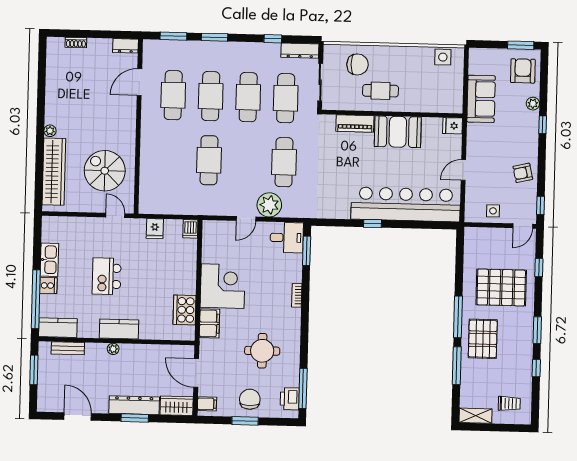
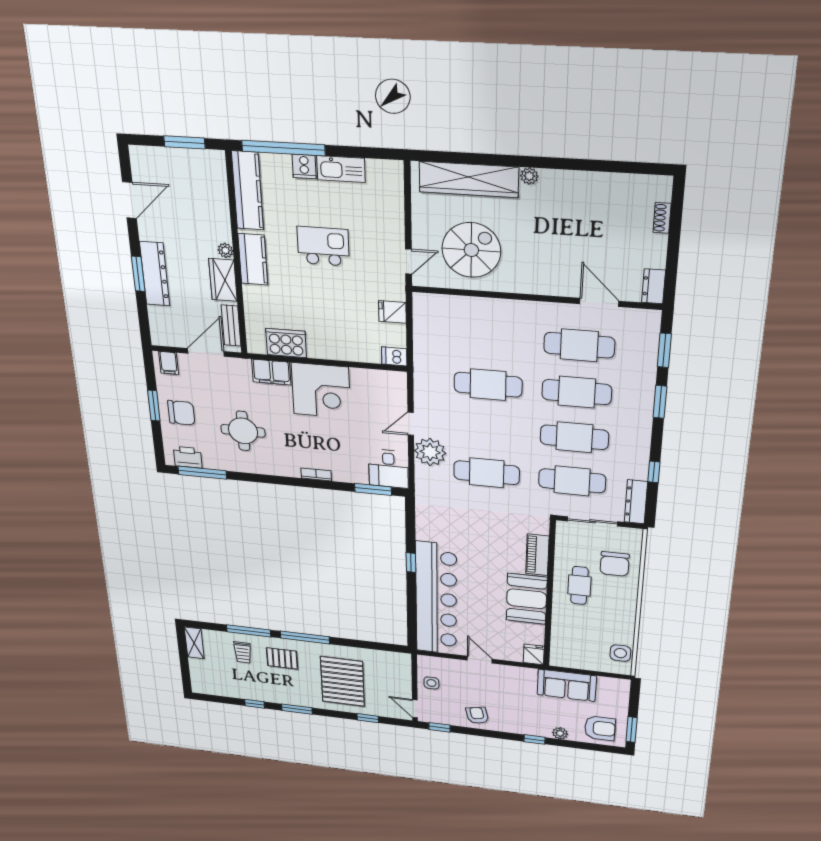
door: (246, 219) -> (411, 424), hinge flipped
kitchen counter: (58, 328) -> (247, 191), width x1.50
pallet: (483, 339) -> (282, 658), width x0.67, depth x0.71
bench: (68, 348) -> (231, 325), moved
trolley: (509, 403) -> (243, 652), moved
wardrobe: (177, 406) -> (223, 280), moved, turned 180

